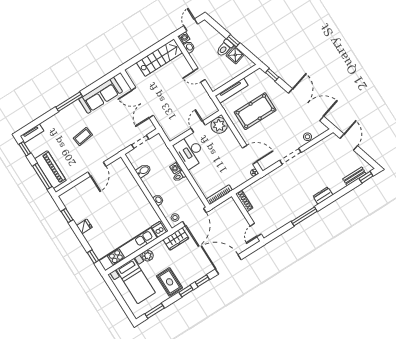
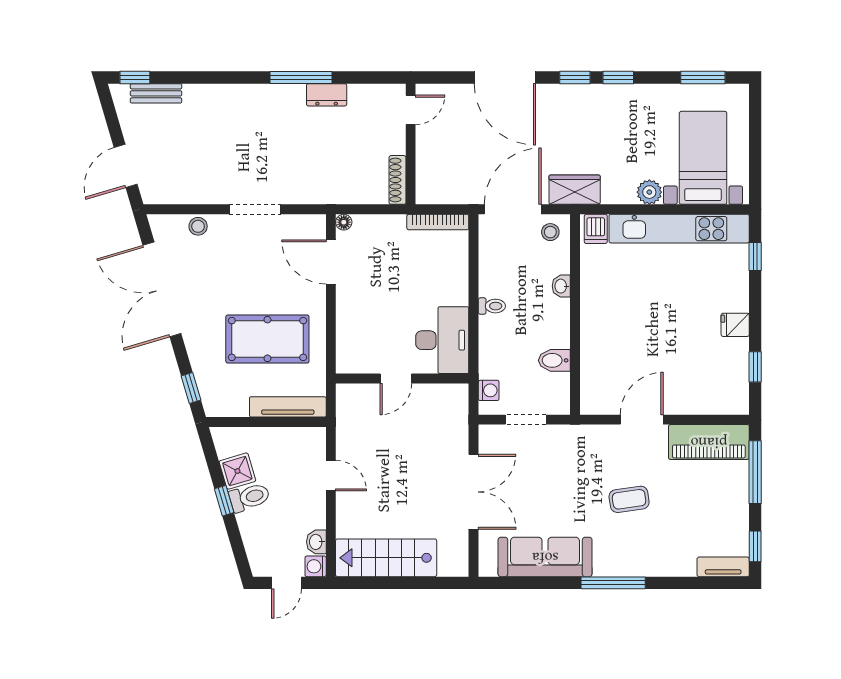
plant: (219, 125) -> (354, 356), removed
washing machine: (176, 168) -> (489, 390), moved
piano: (50, 170) -> (709, 442), moved, turned -90
dresser: (323, 196) -> (327, 95), moved
rug: (170, 282) -> (639, 115), removed

